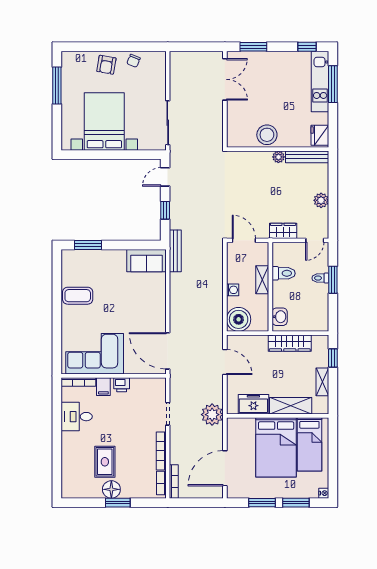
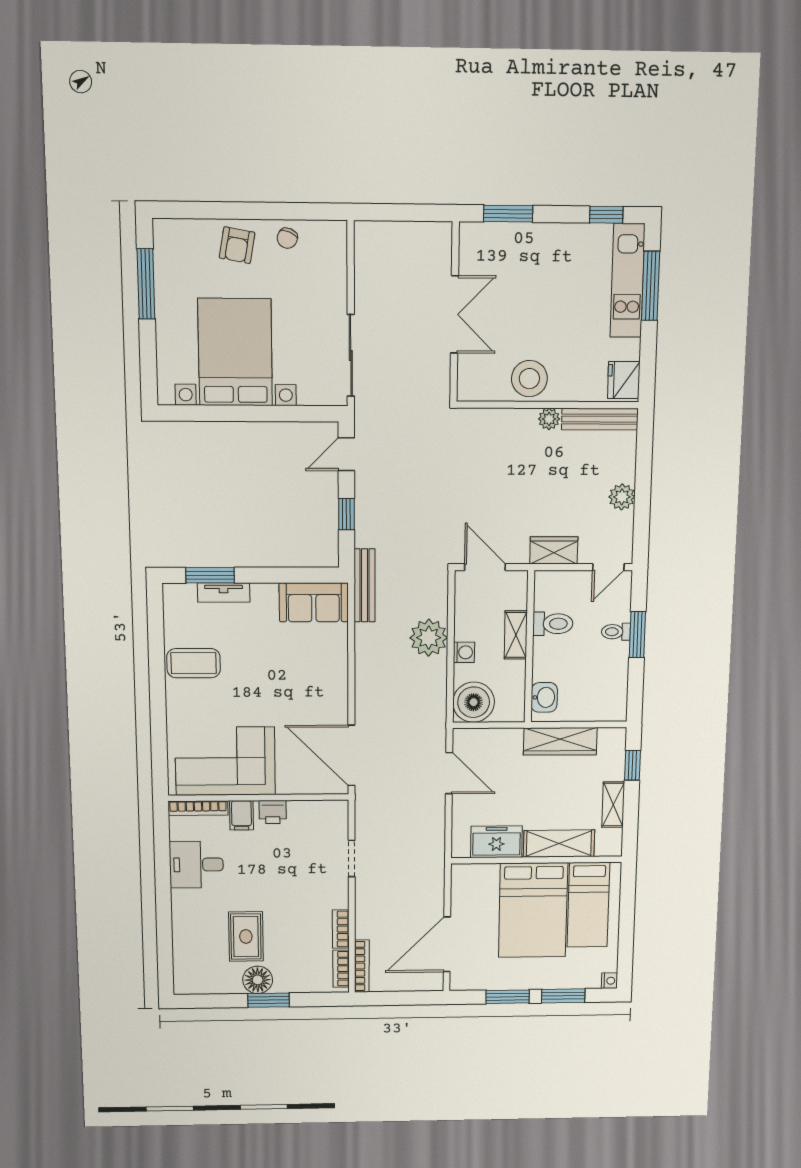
double door: (225, 79) -> (455, 314), moved
tv unit: (96, 255) -> (224, 593), added
plant: (212, 415) -> (429, 638), moved
bookcase: (161, 451) -> (341, 929), width x0.64

